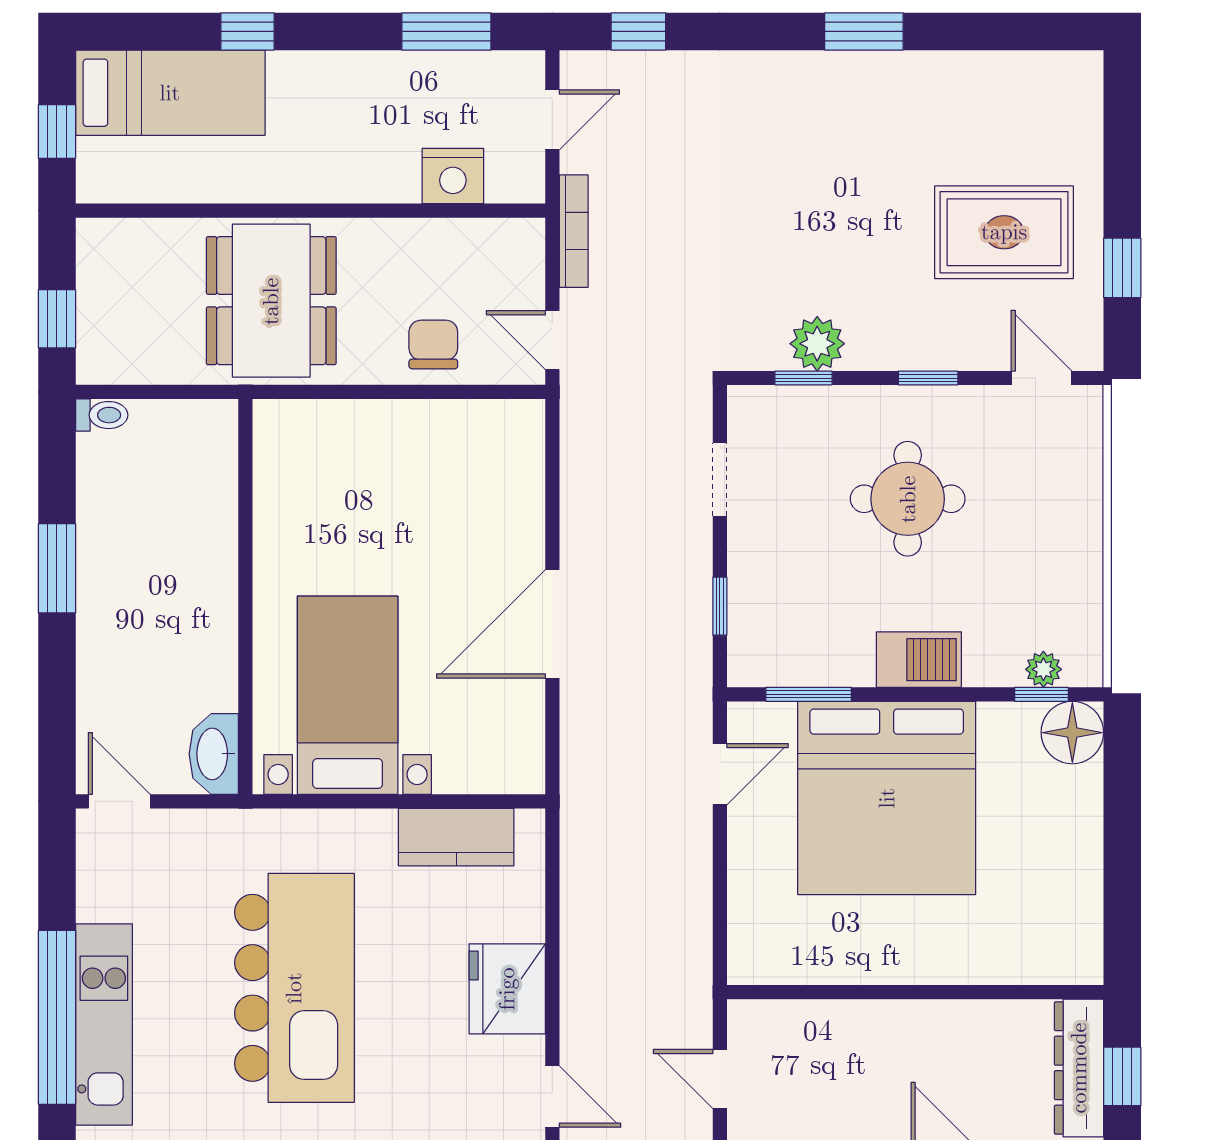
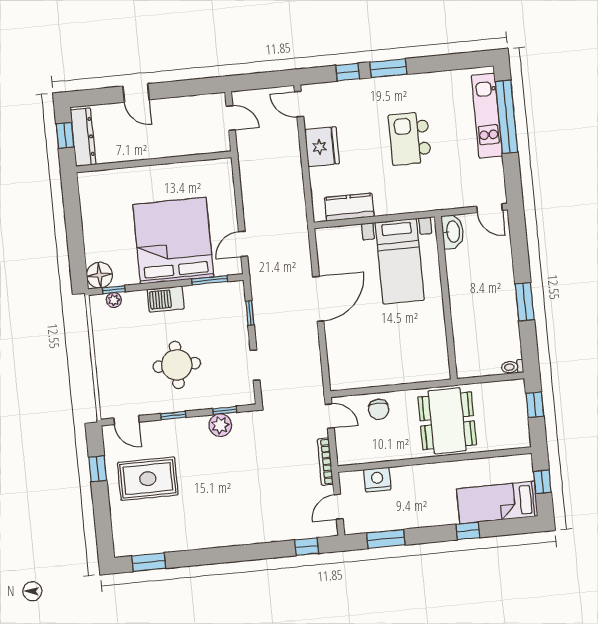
window: (864, 31) -> (149, 562), moved
kitchen island: (294, 988) -> (410, 138), width x0.54, depth x0.78

